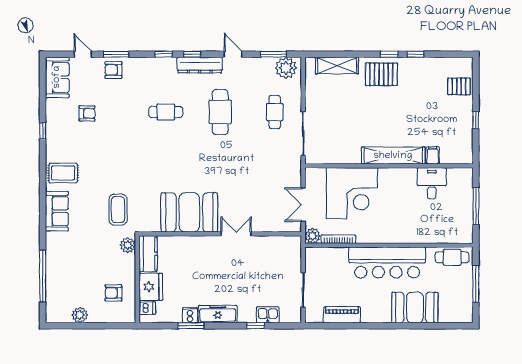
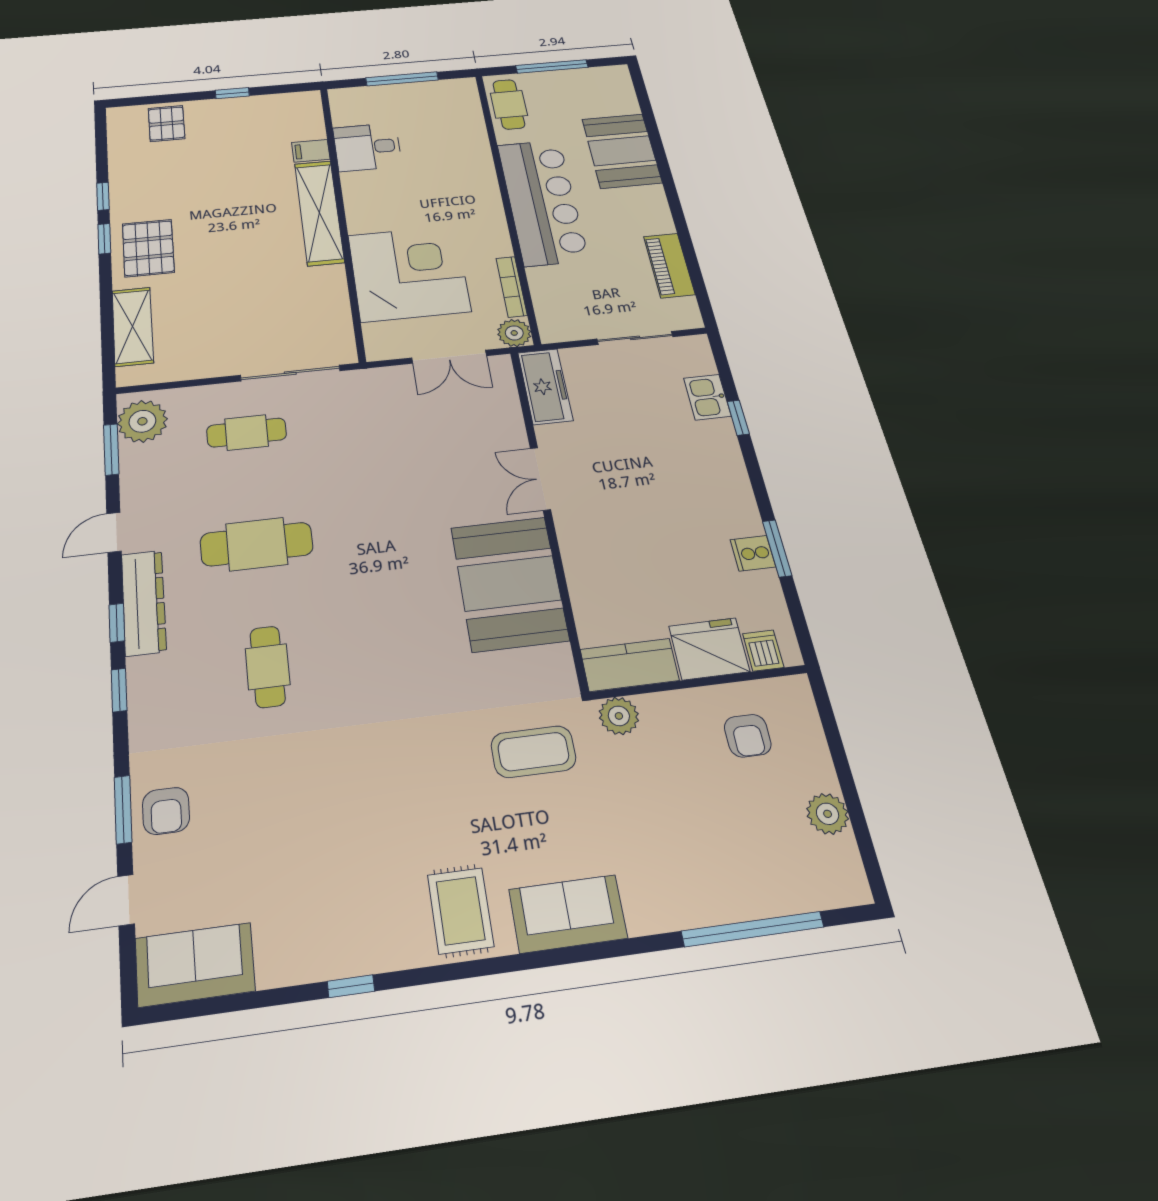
armchair: (87, 113) -> (289, 866), removed
freezer: (218, 314) -> (545, 386), moved, turned 180

